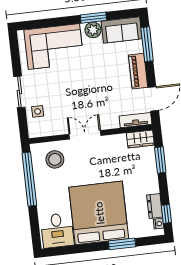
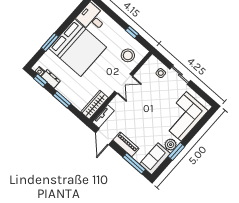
wardrobe: (140, 139) -> (94, 105), width x1.50
window: (160, 160) -> (62, 100), moved
window: (29, 179) -> (132, 32), width x0.32

